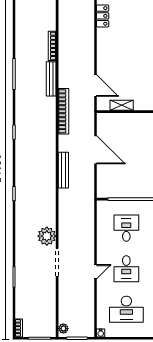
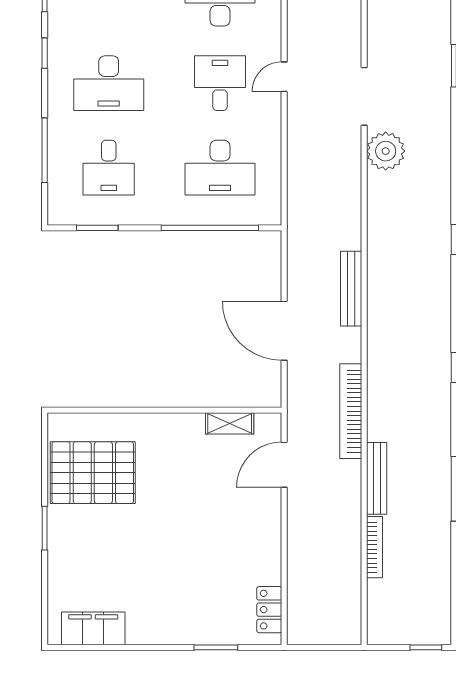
door: (96, 86) -> (284, 465), hinge flipped
desk: (126, 228) -> (220, 168), width x1.37

